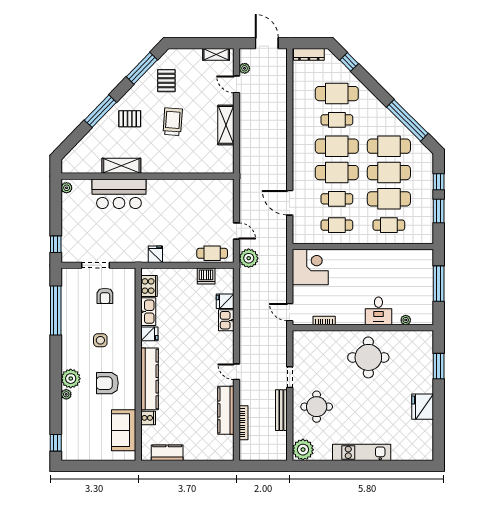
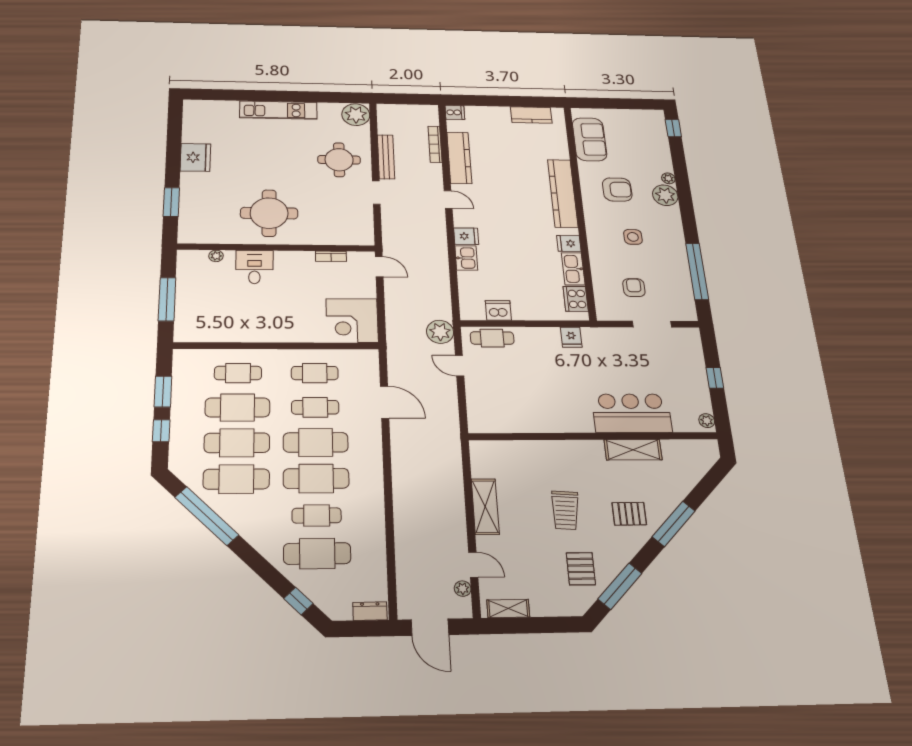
dresser: (309, 54) -> (370, 611), width x0.70
window: (56, 244) -> (715, 378), moved
fridge: (225, 301) -> (466, 236), moved
cooker: (148, 418) -> (455, 112), moved, turned 180

